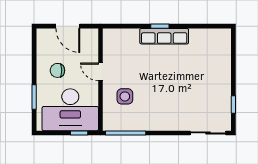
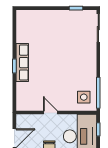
door: (101, 72) -> (50, 113), swing flipped
side table: (125, 96) -> (84, 97), moved

